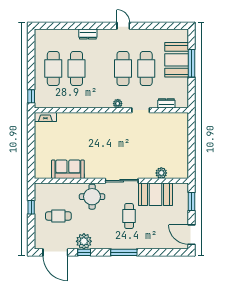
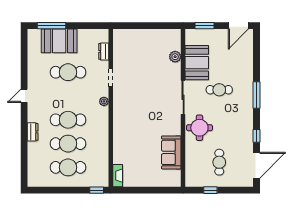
window: (192, 63) -> (52, 26), moved
cafe table: (123, 68) -> (68, 120), moved
plant: (84, 241) -> (245, 136), removed

